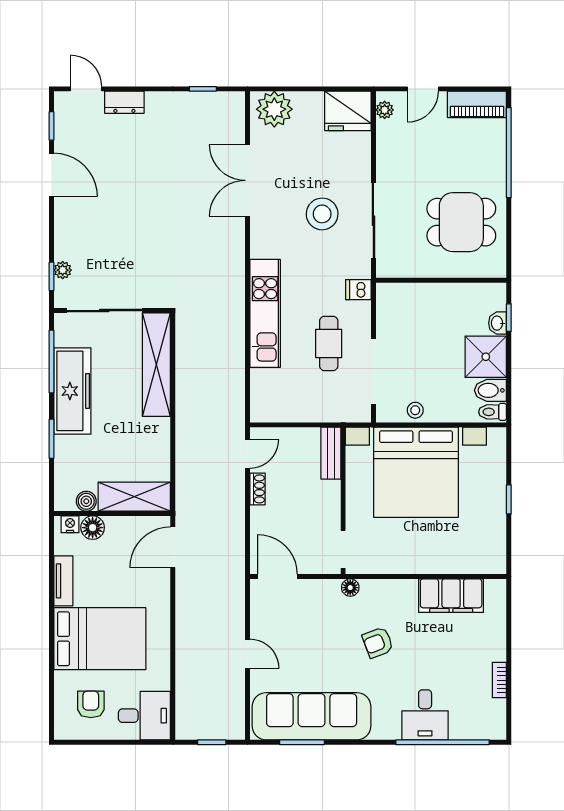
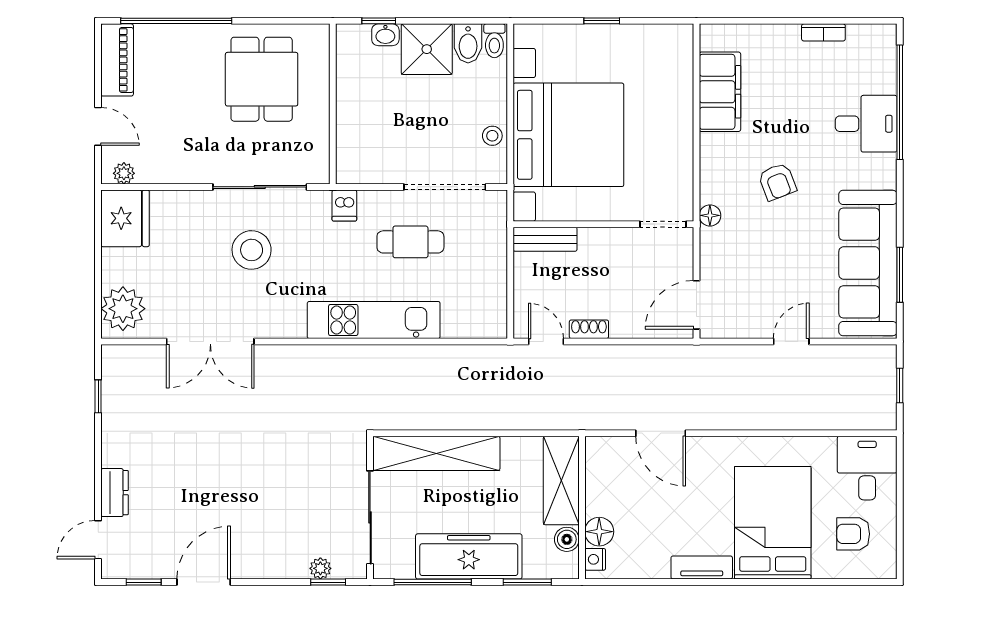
shelving: (134, 497) -> (561, 480), moved
boiler: (86, 501) -> (567, 539), moved
wall: (112, 514) -> (582, 508), moved
nightstand: (70, 524) -> (595, 559), moved
floor lamp: (93, 528) -> (599, 532), moved

